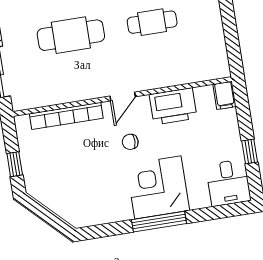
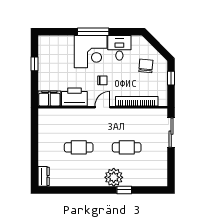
cafe table: (71, 35) -> (127, 147), width x0.73, depth x0.74
filing cabinet: (225, 95) -> (49, 98), width x2.00
chair: (61, 178) -> (146, 66), added
desk: (228, 183) -> (119, 48), moved

